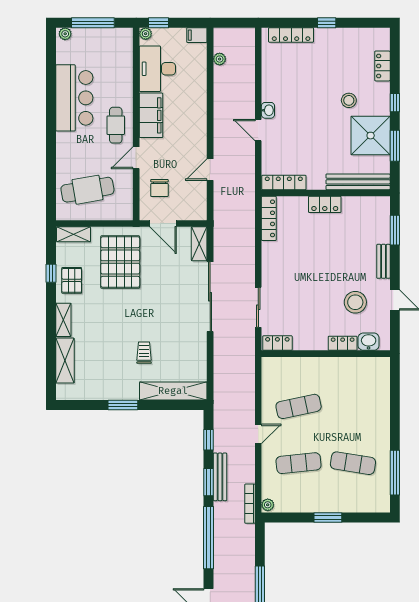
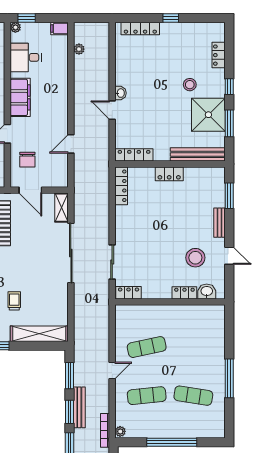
desk: (157, 69) -> (26, 57), width x0.73
window: (208, 440) -> (69, 376), width x1.50
window: (395, 473) -> (229, 378), moved
window: (328, 518) -> (172, 442), width x2.11

